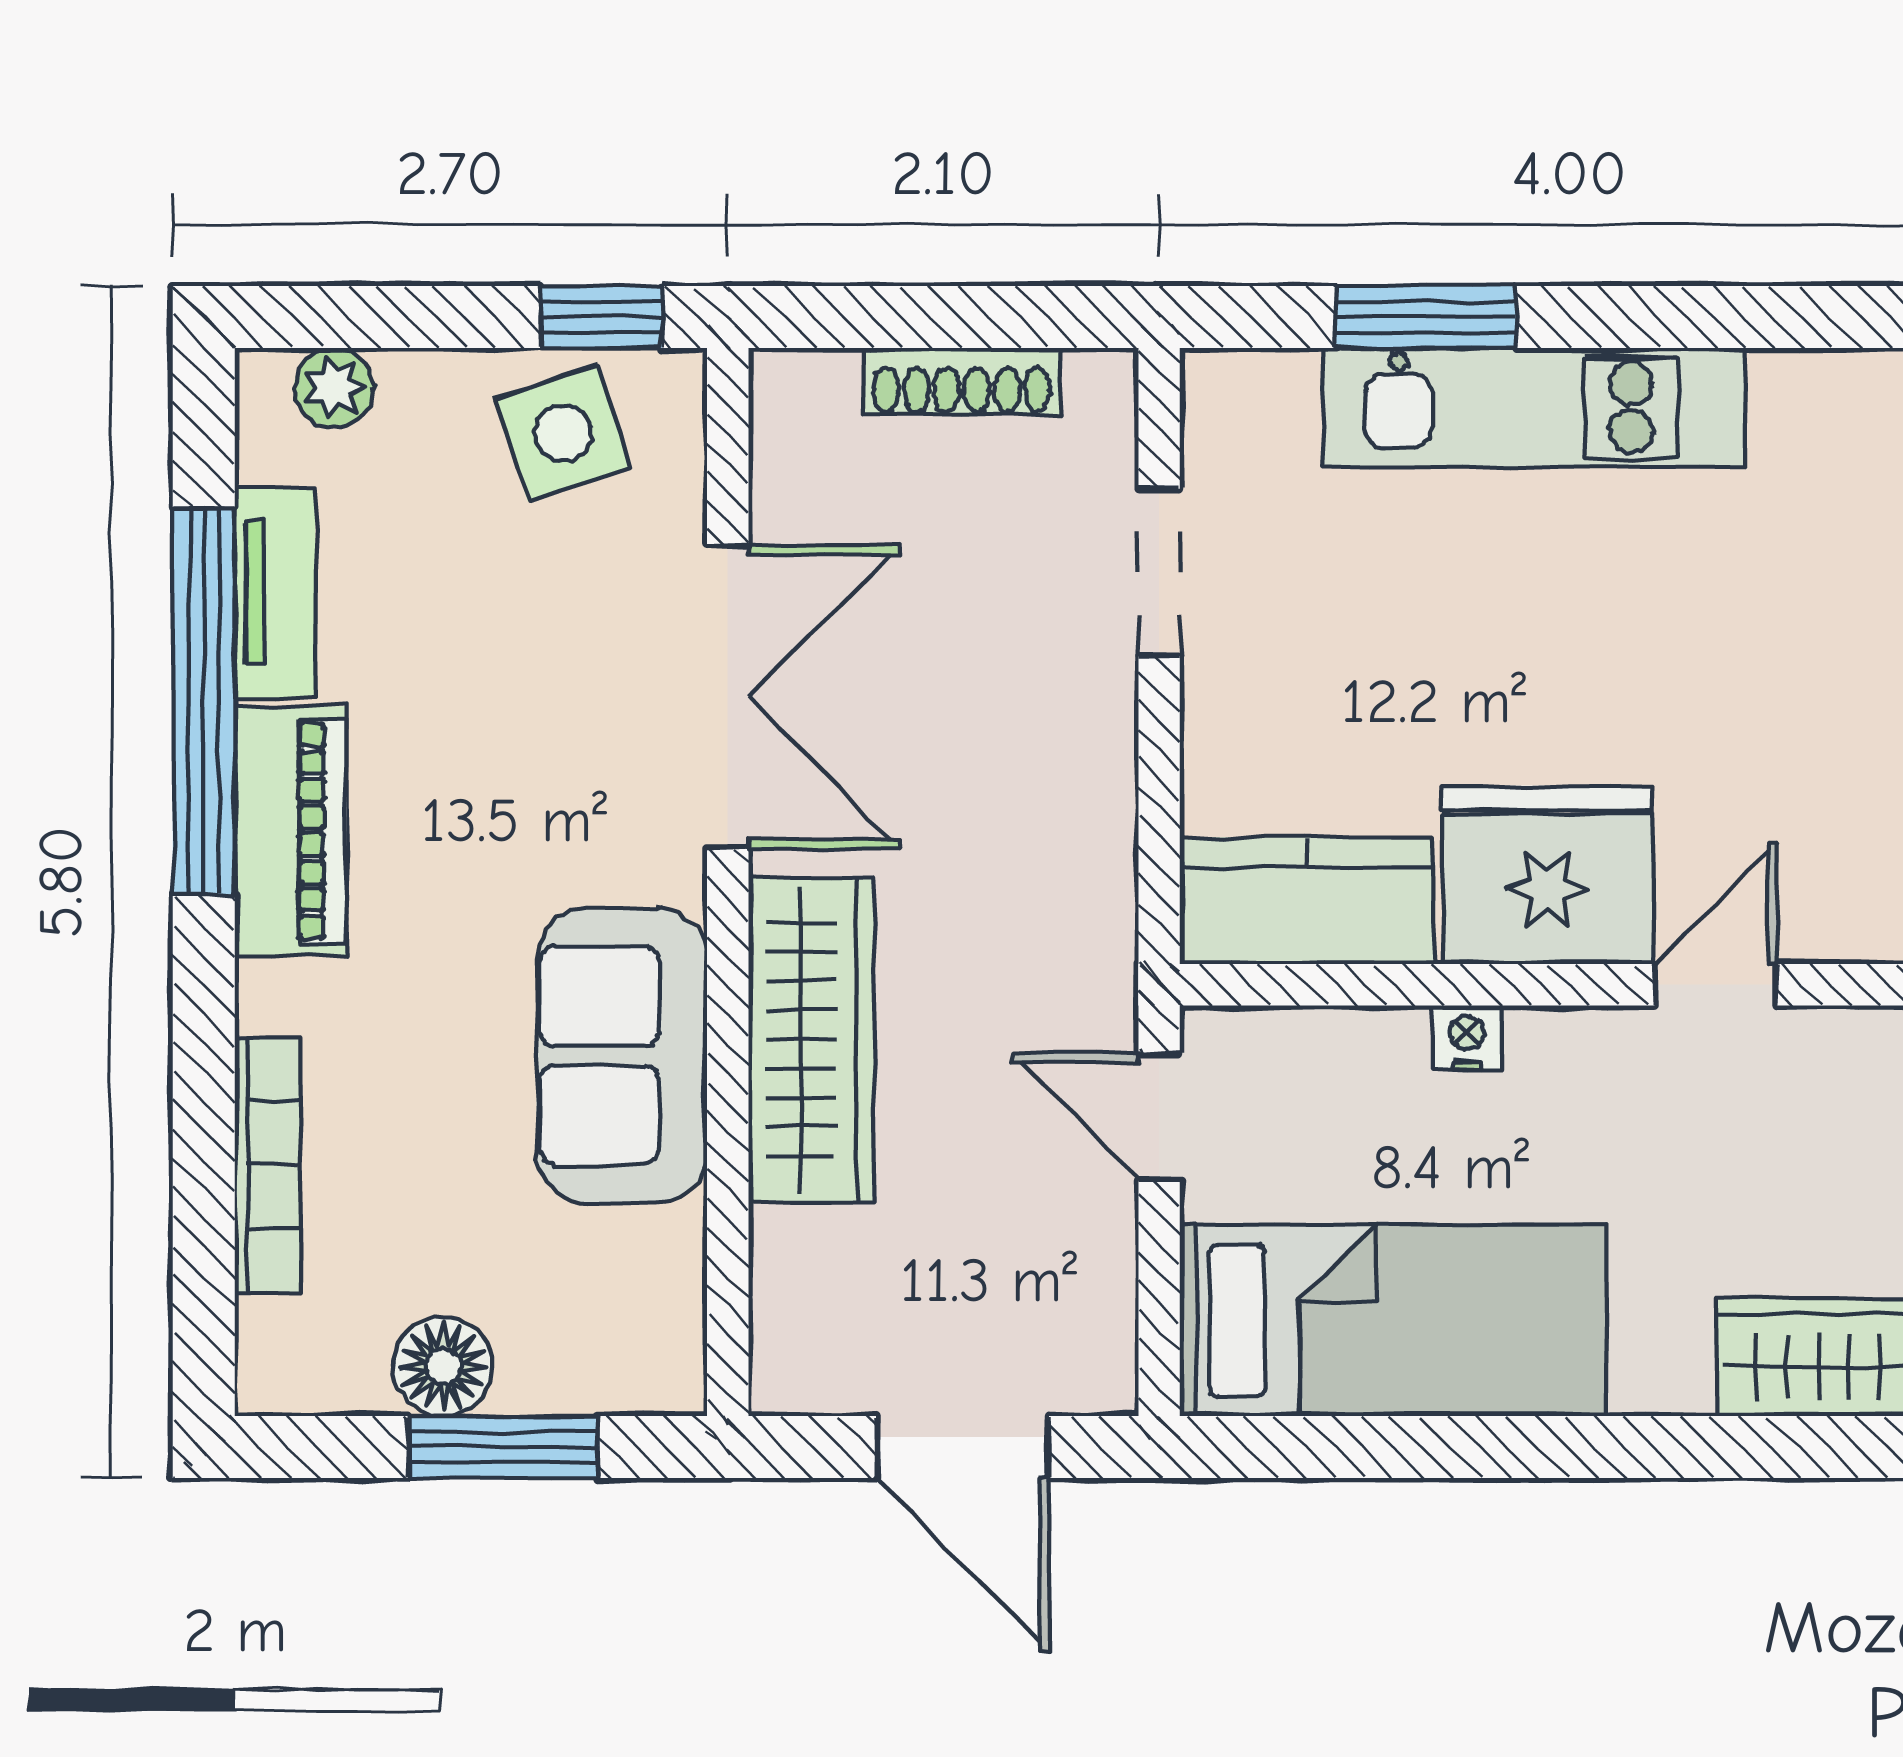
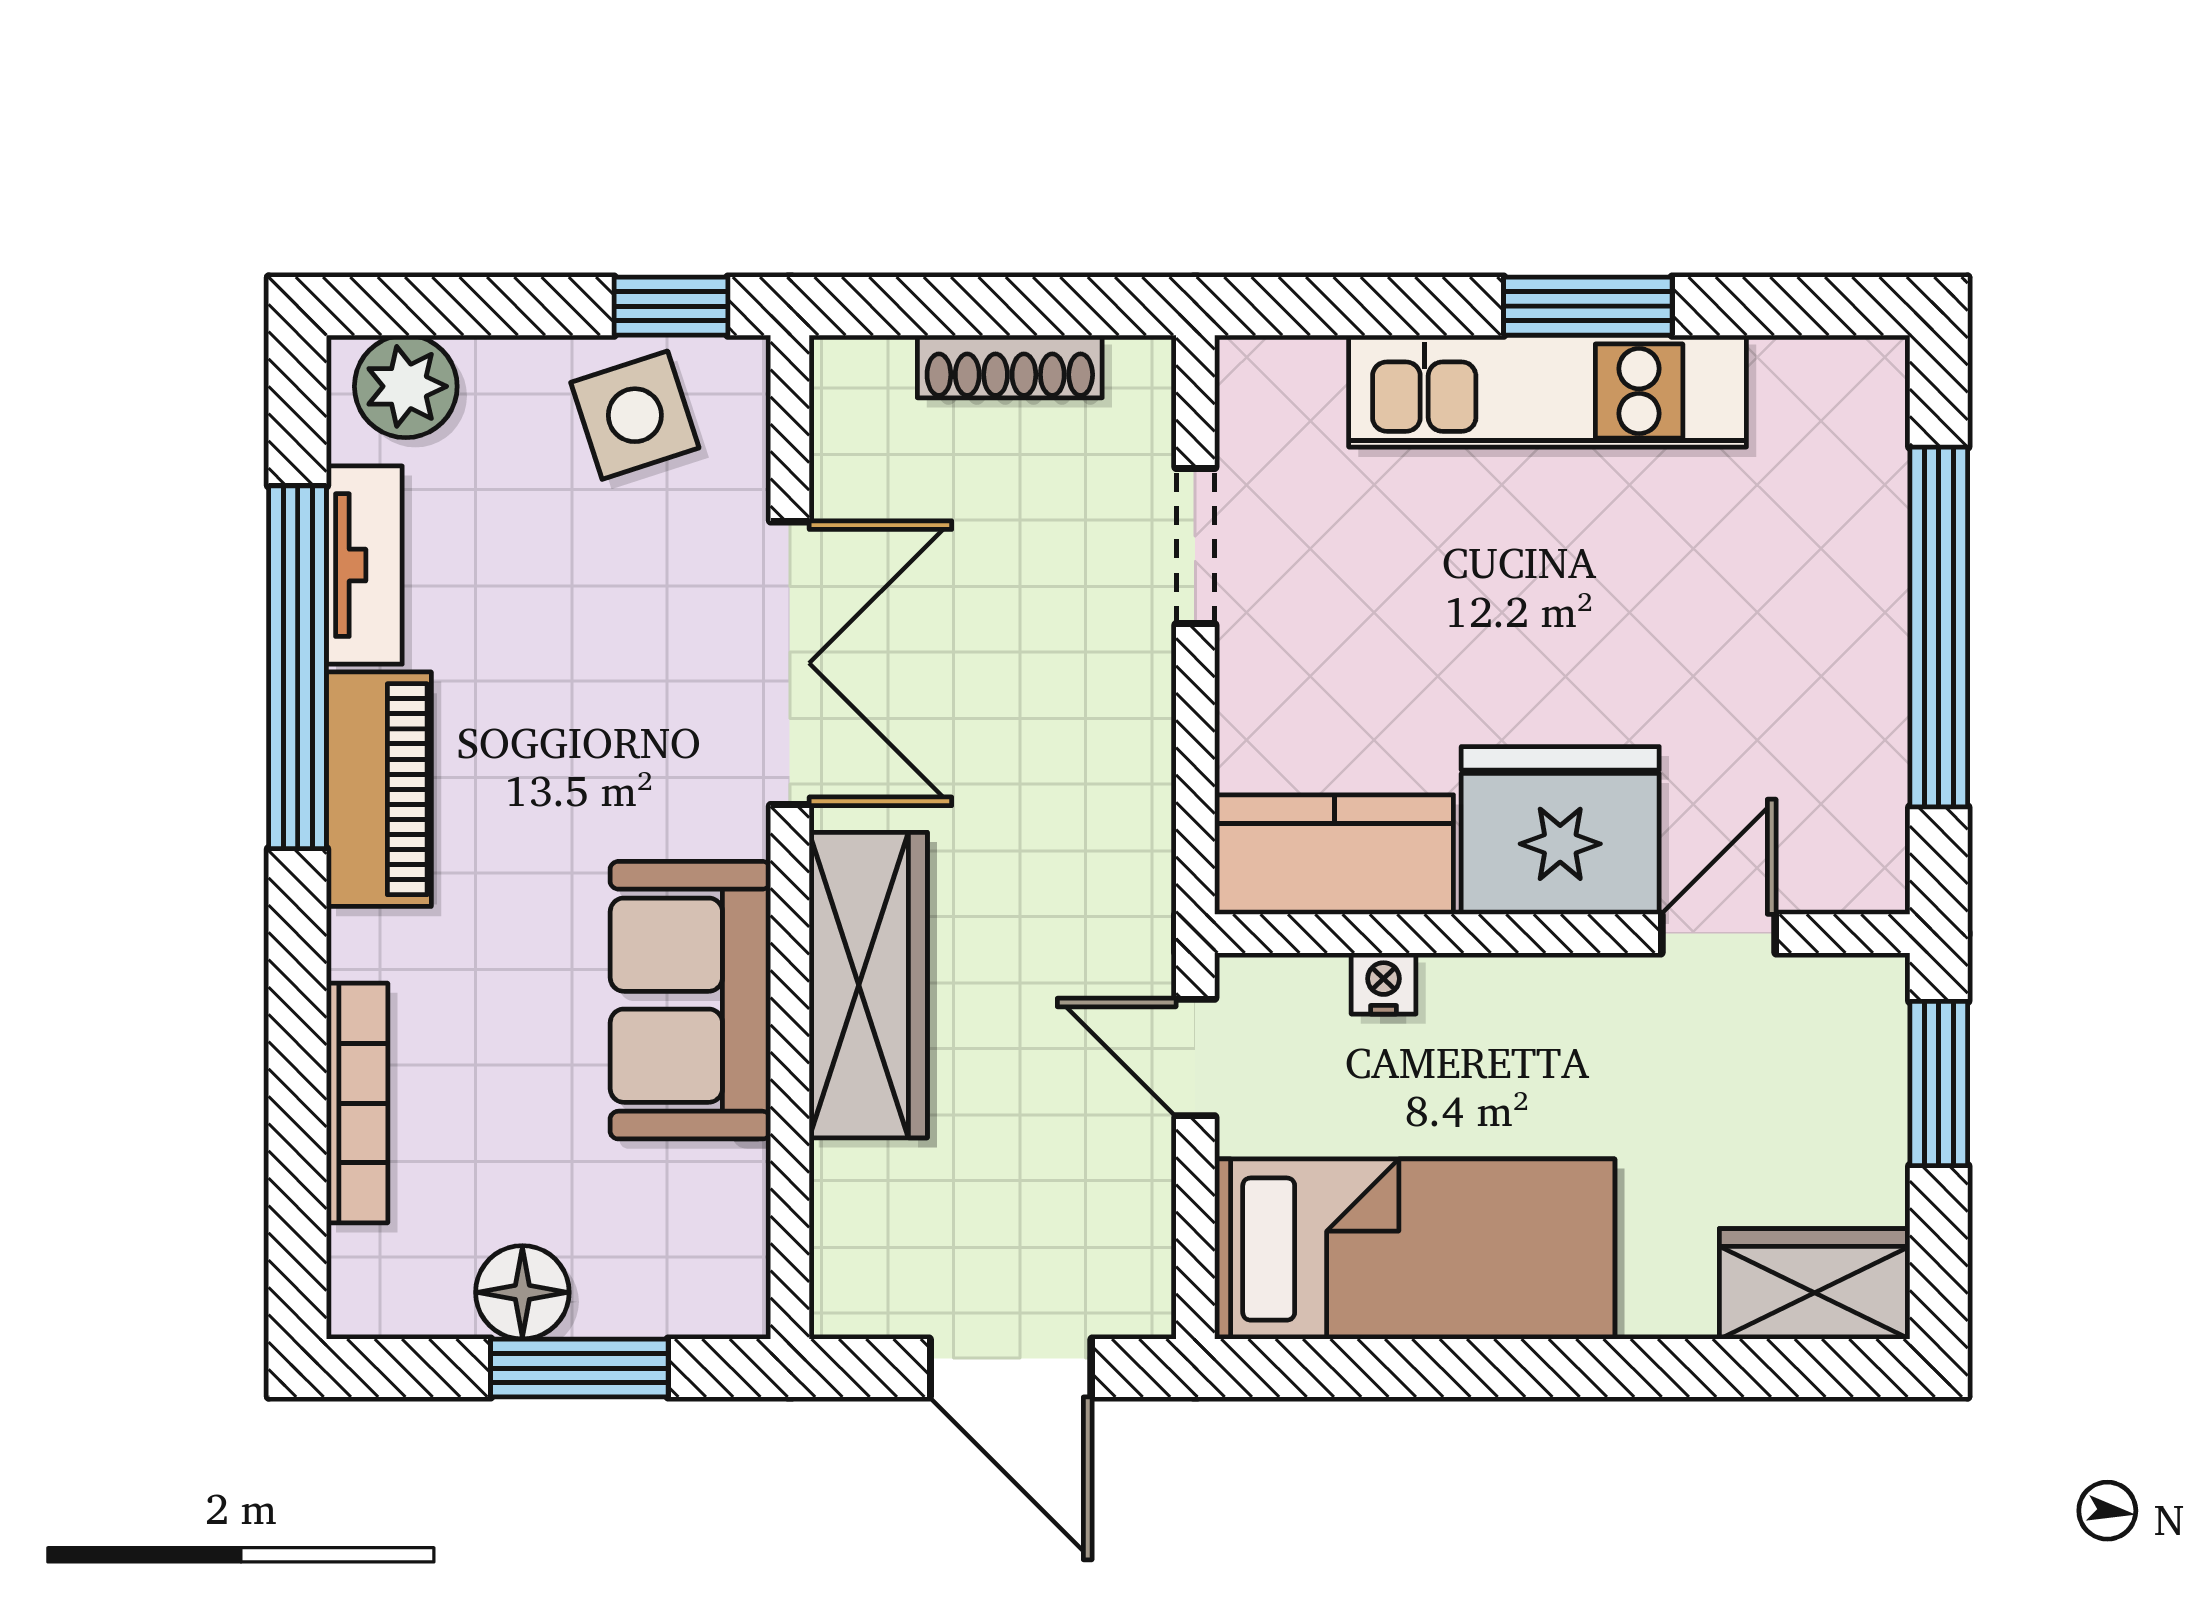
window: (1426, 317) -> (1588, 306), moved
plant: (334, 388) -> (406, 386), width x1.38, depth x1.38
nightstand: (1467, 1038) -> (1384, 983), moved

